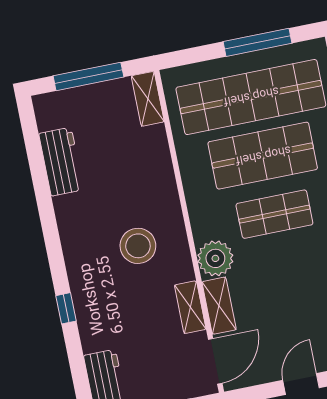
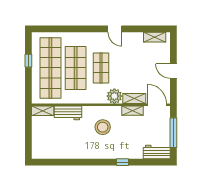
window: (258, 42) -> (28, 61), width x0.46
window: (88, 76) -> (28, 133), removed
workbench: (61, 162) -> (68, 113), moved, turned 180

